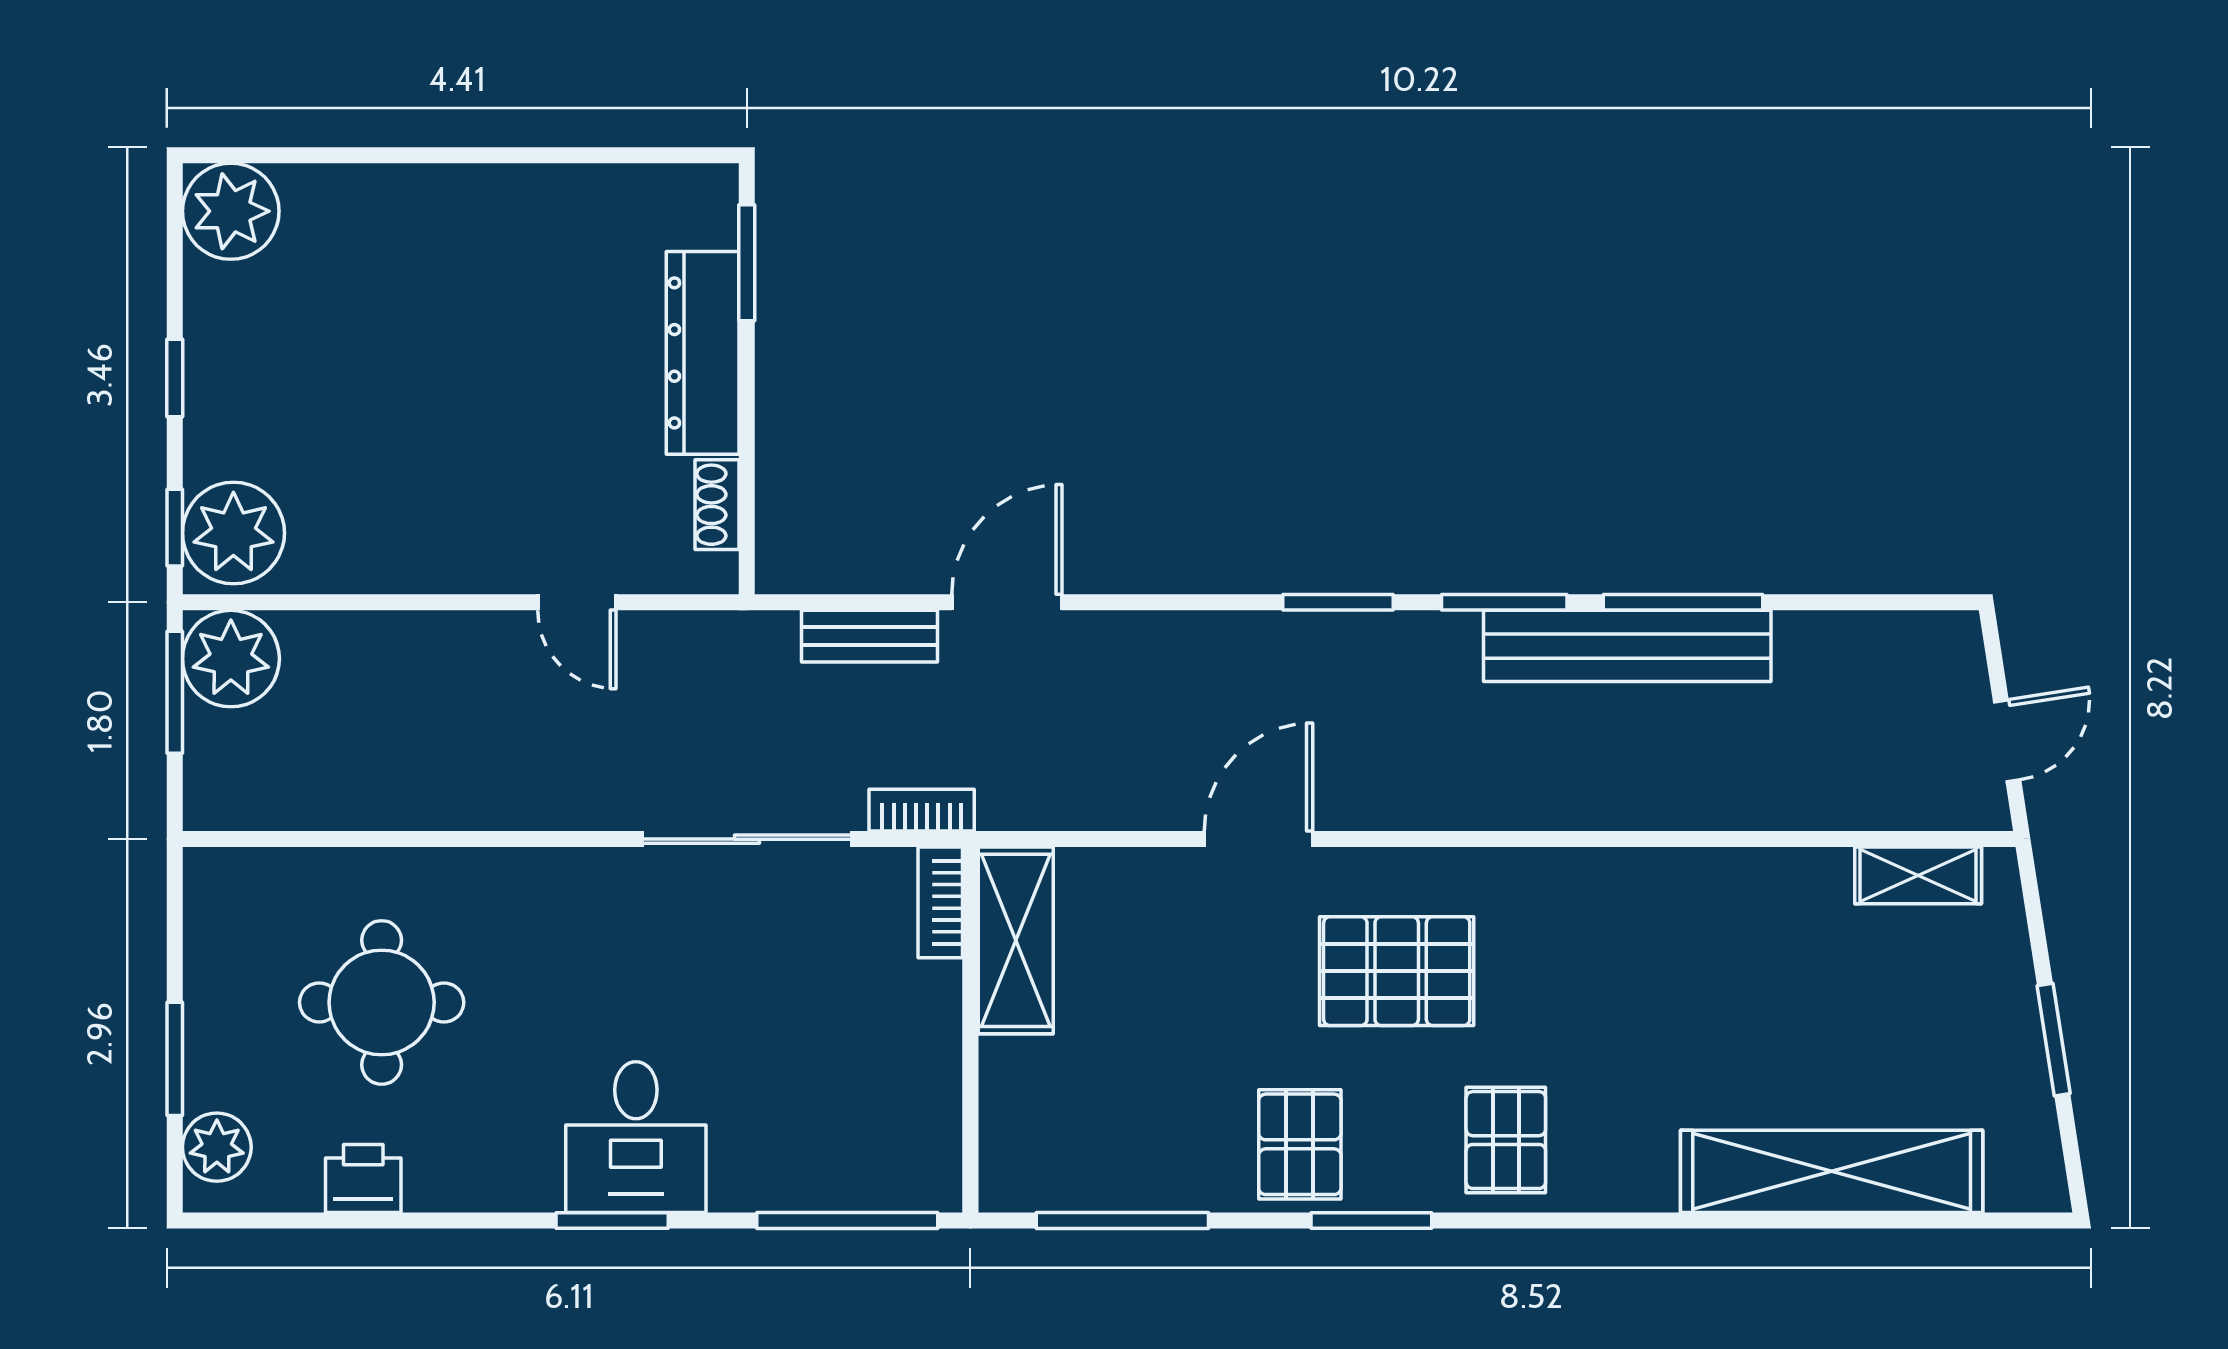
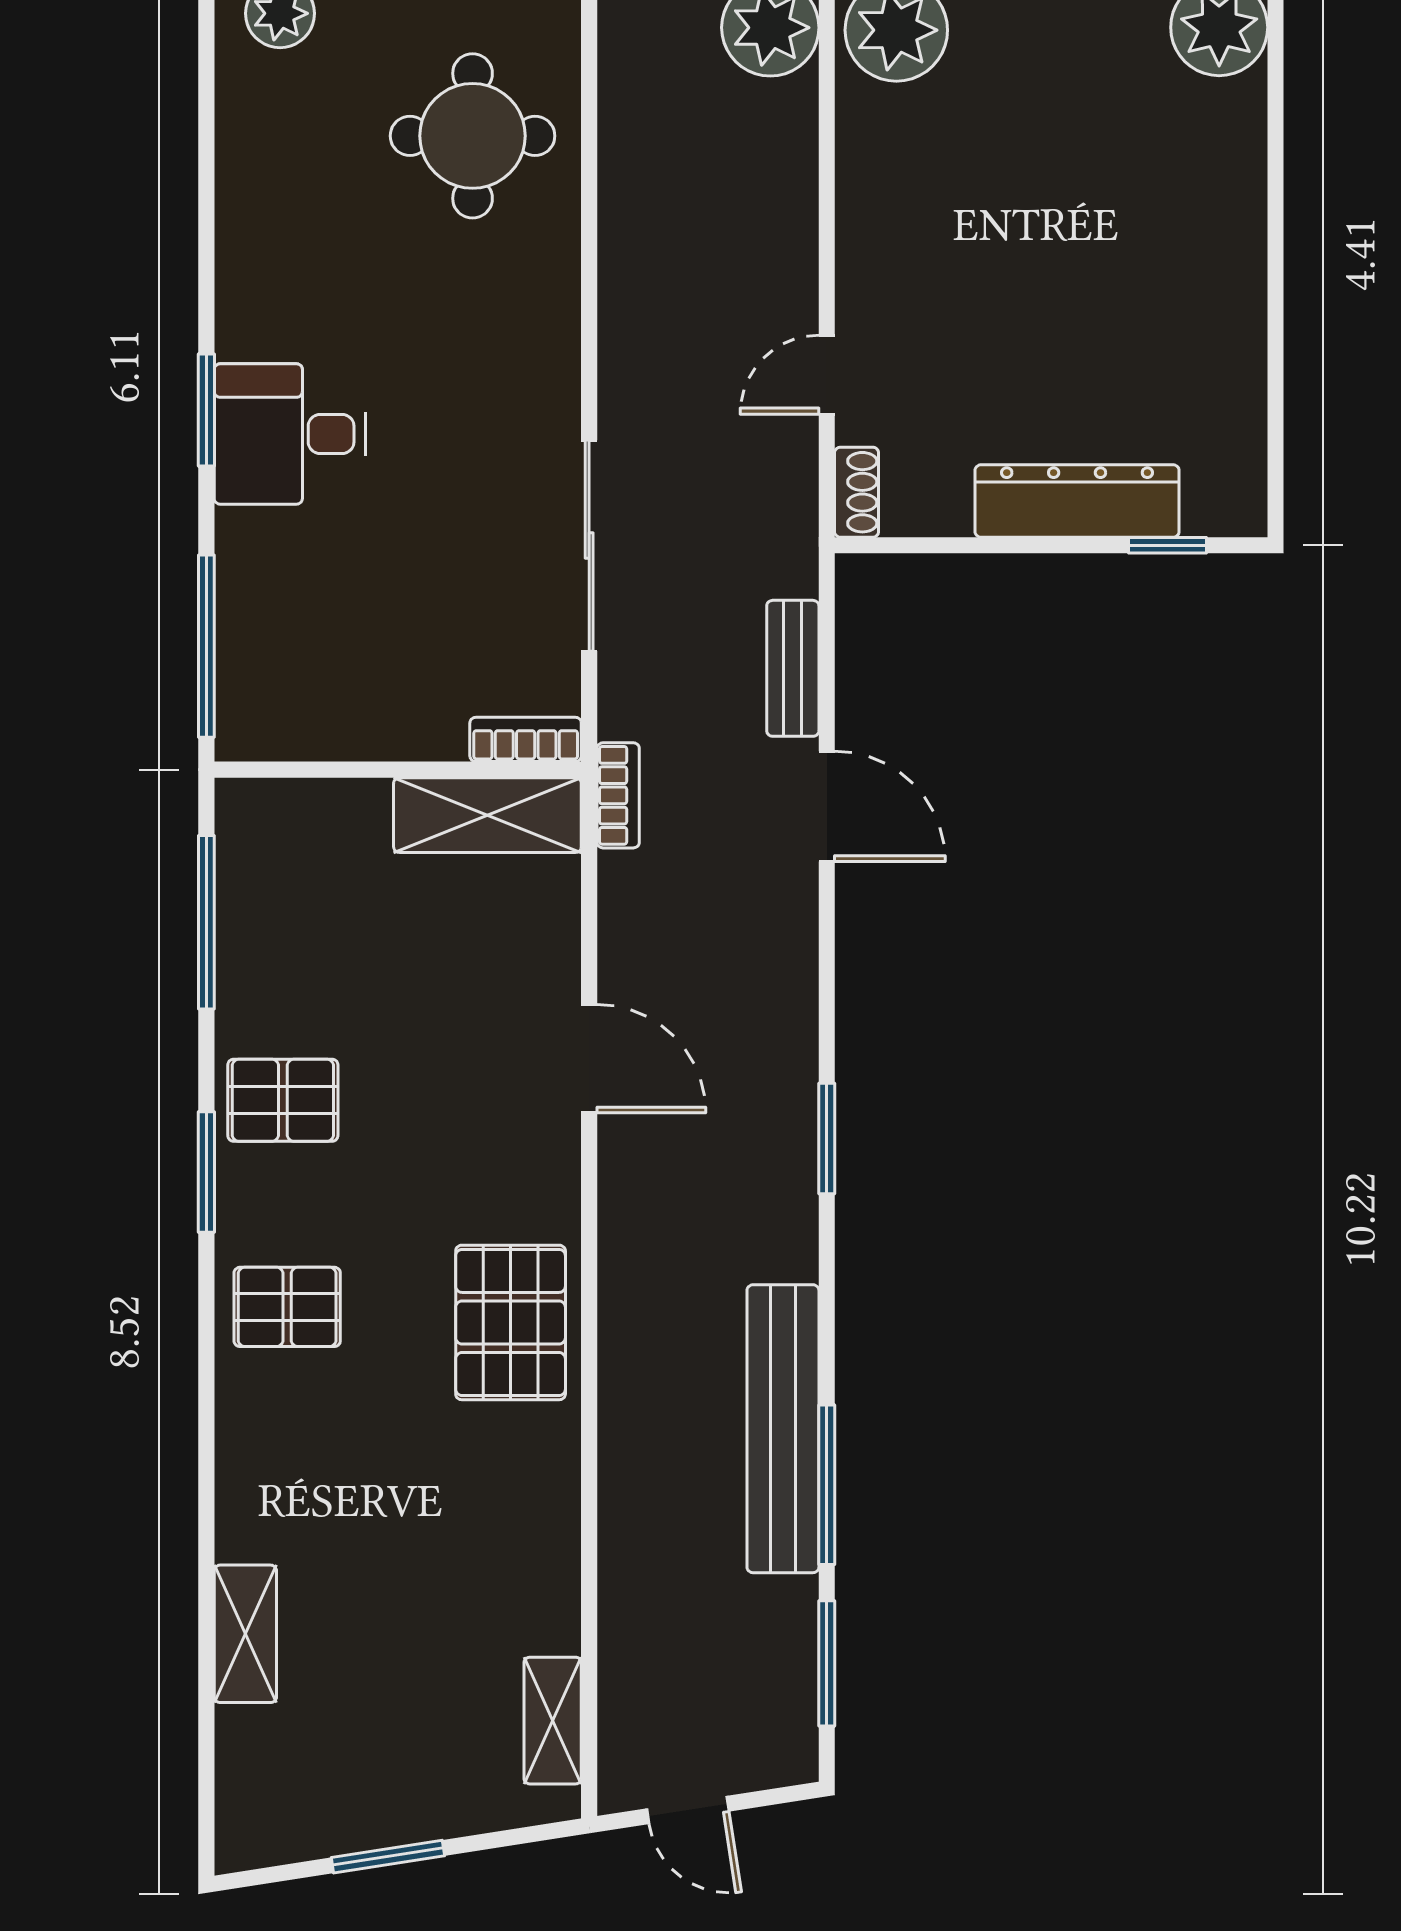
window: (747, 263) -> (1167, 545), width x0.67
shoe rack: (717, 505) -> (857, 492), moved, turned 90
window: (1504, 602) -> (827, 1663), moved
bookcase: (922, 810) -> (618, 795), moved
pallet: (1397, 971) -> (511, 1322), moved
round table: (382, 1002) -> (473, 136), moved
shelving: (1832, 1171) -> (245, 1634), width x0.45, depth x0.75
printer: (363, 1178) -> (249, 160), removed

